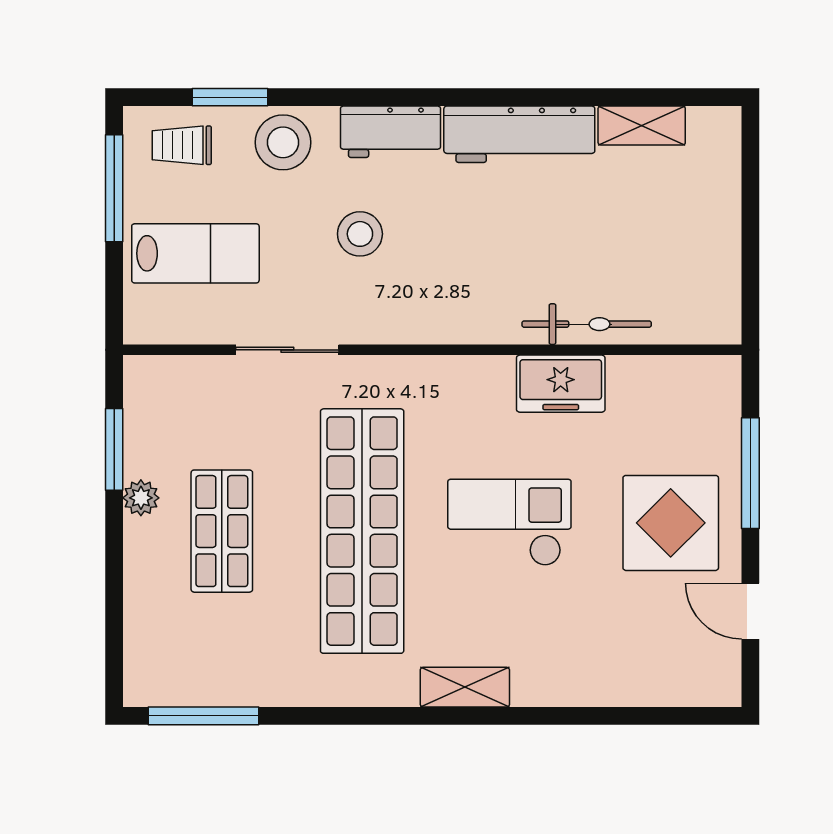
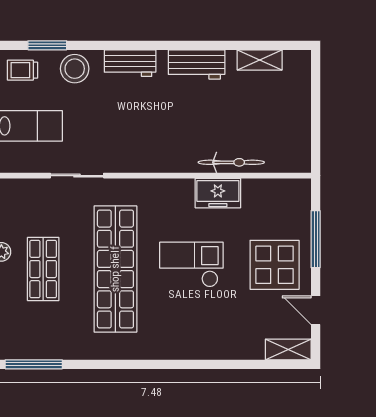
workbench: (519, 134) -> (197, 64), width x0.73
stool: (360, 234) -> (114, 116), removed
shelving: (465, 687) -> (288, 349), moved

